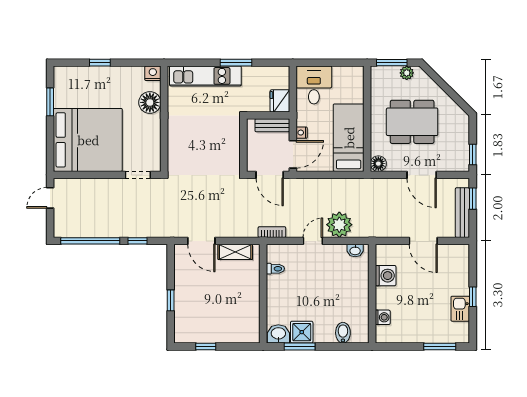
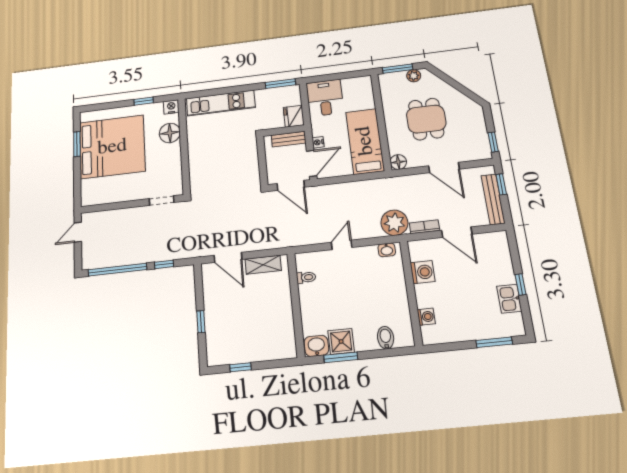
window: (100, 63) -> (144, 101), moved
window: (236, 63) -> (280, 84), moved
dining table: (412, 122) -> (426, 119), width x0.73
bed: (88, 140) -> (112, 147), moved
plant: (339, 225) -> (394, 223), moved
bookcase: (272, 232) -> (424, 227), moved

